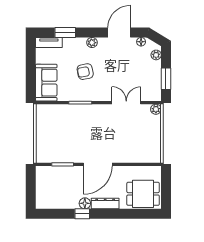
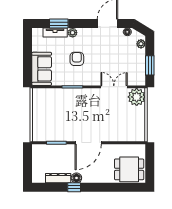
tv unit: (49, 42) -> (55, 33), moved
plant: (92, 43) -> (73, 33), moved
armchair: (85, 72) -> (77, 59), turned 101
plant: (156, 109) -> (137, 97), width x1.88, depth x1.88
dresser: (105, 204) -> (58, 178), moved

